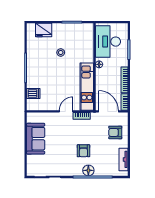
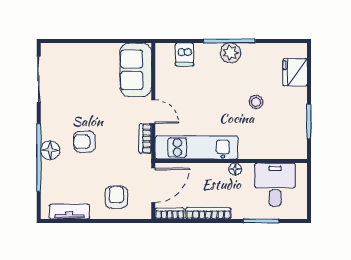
desk: (108, 42) -> (275, 184), width x0.73
plant: (32, 67) -> (231, 53), added
sofa: (36, 139) -> (136, 70), moved, turned 90

